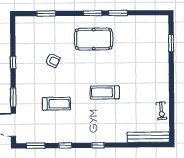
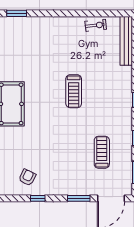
armchair: (53, 60) -> (27, 177), moved
treadmill: (56, 104) -> (102, 152), moved

